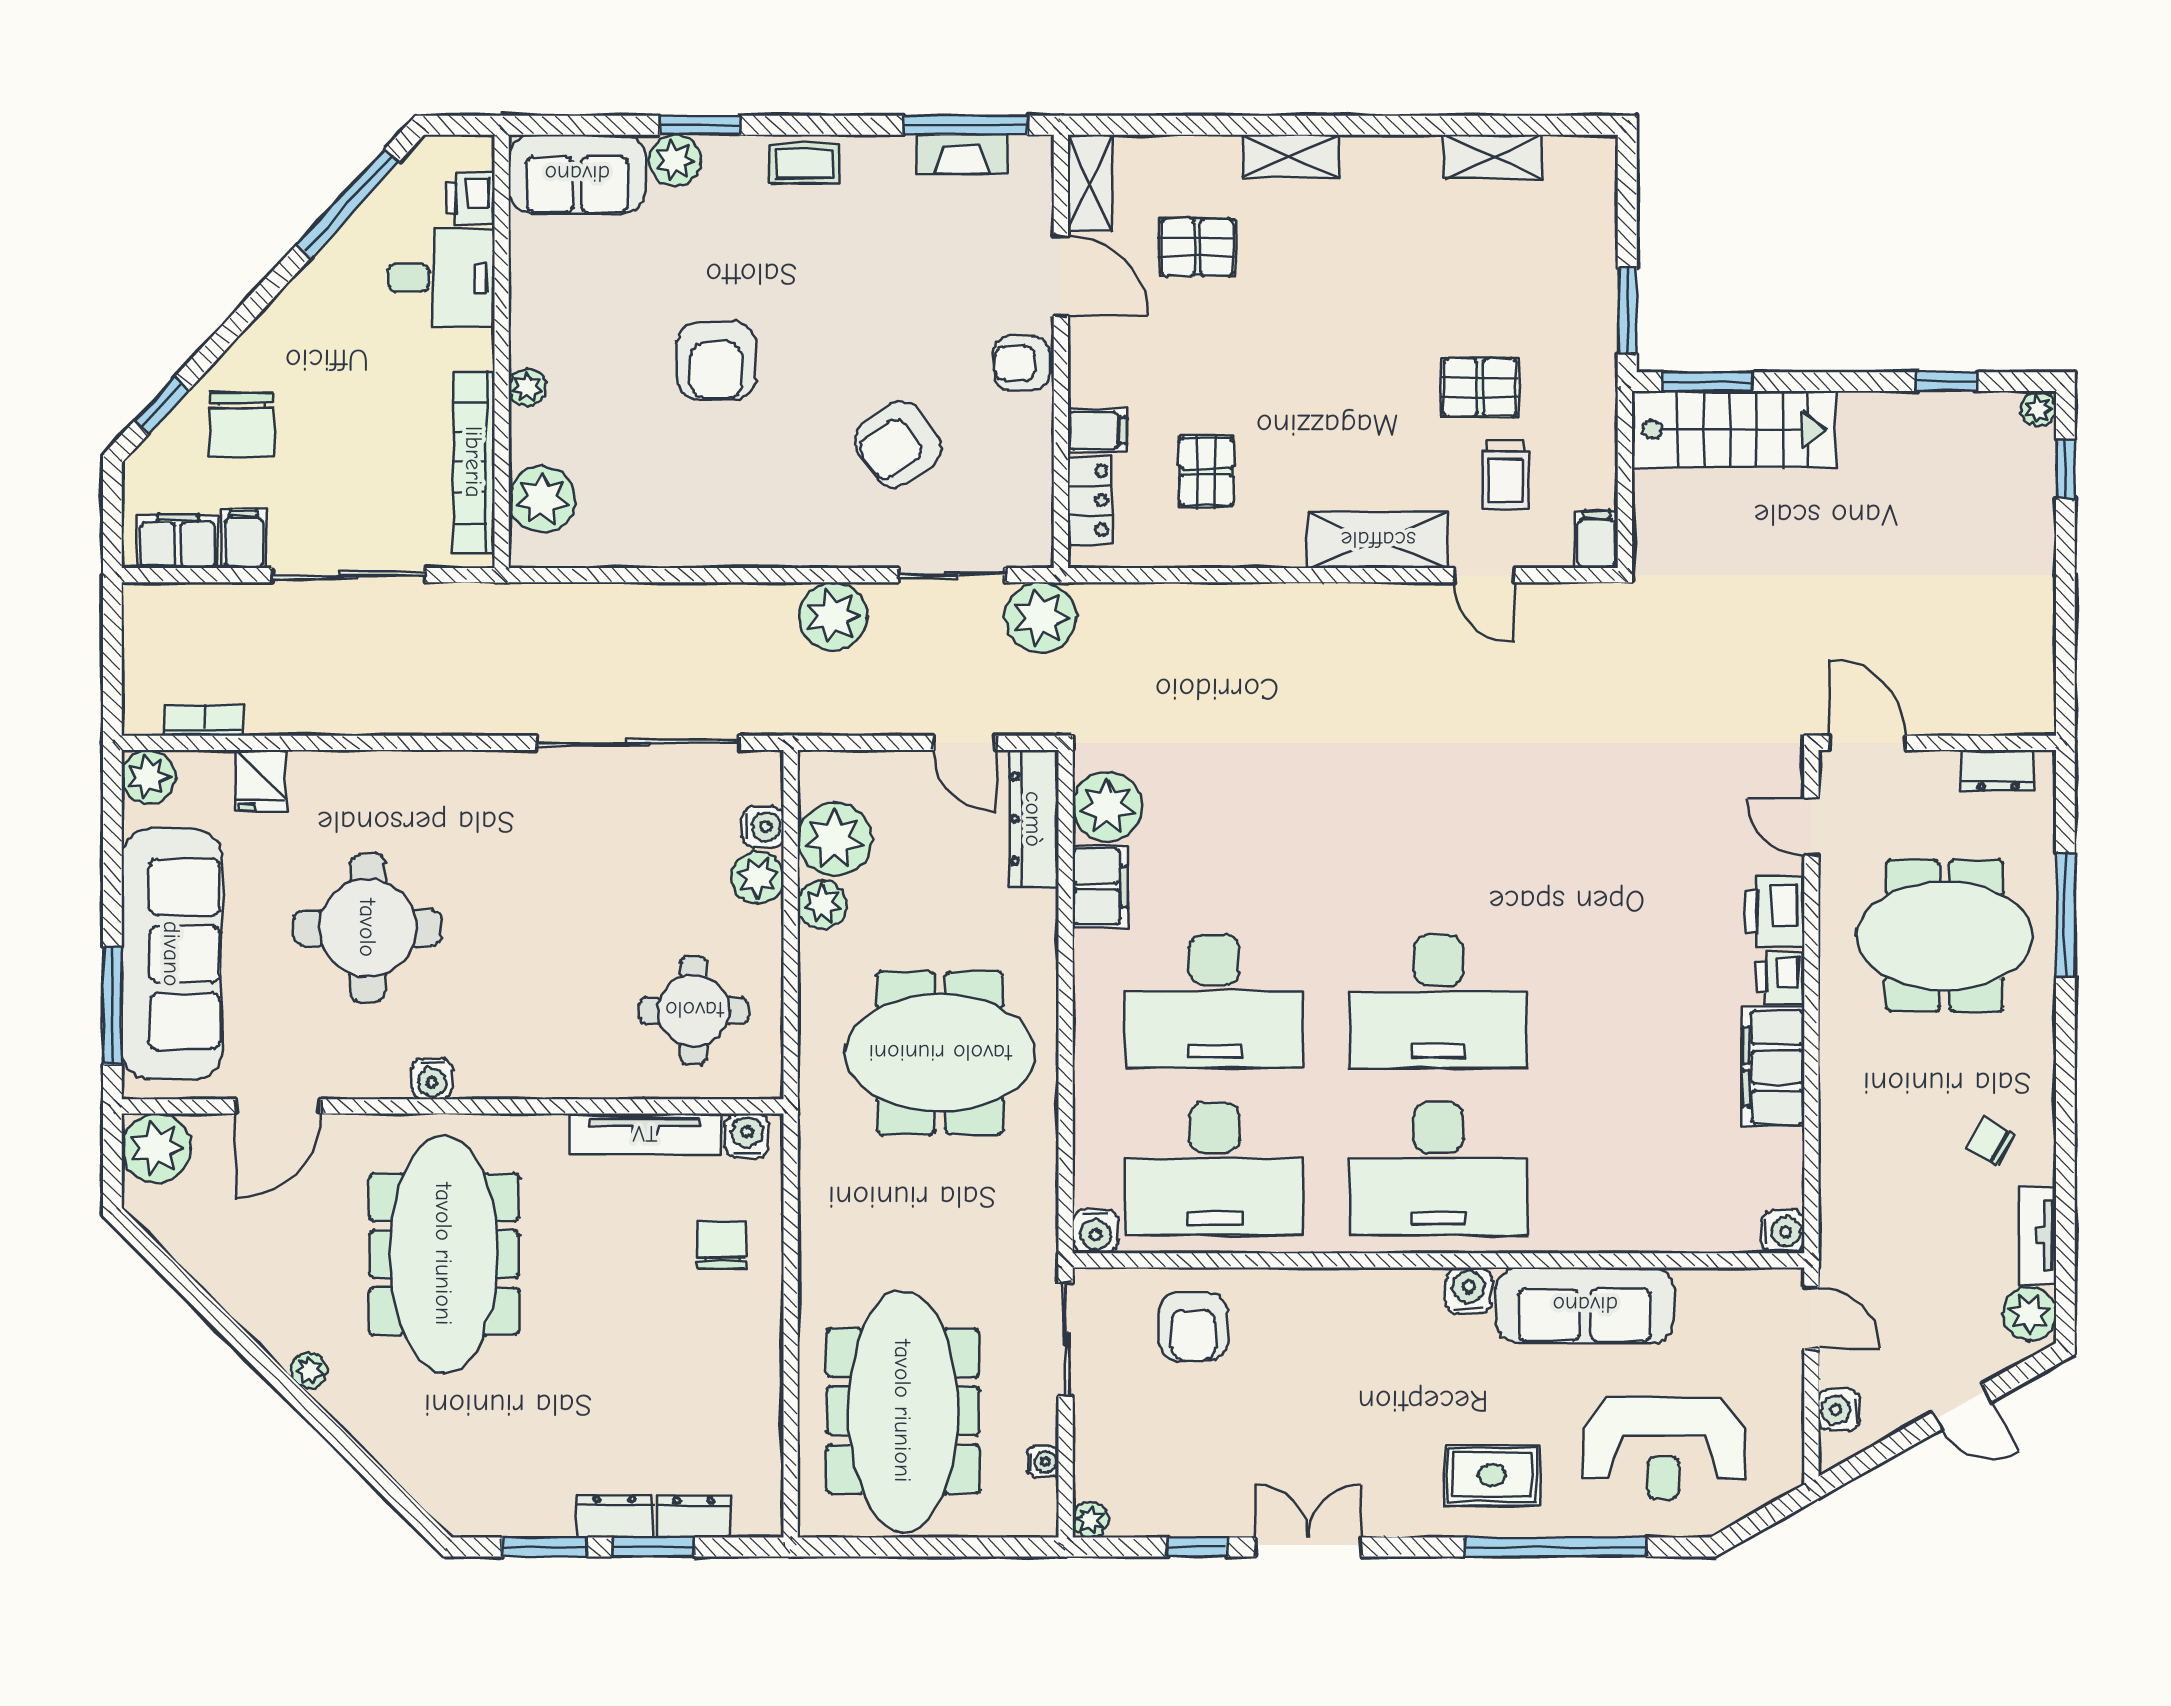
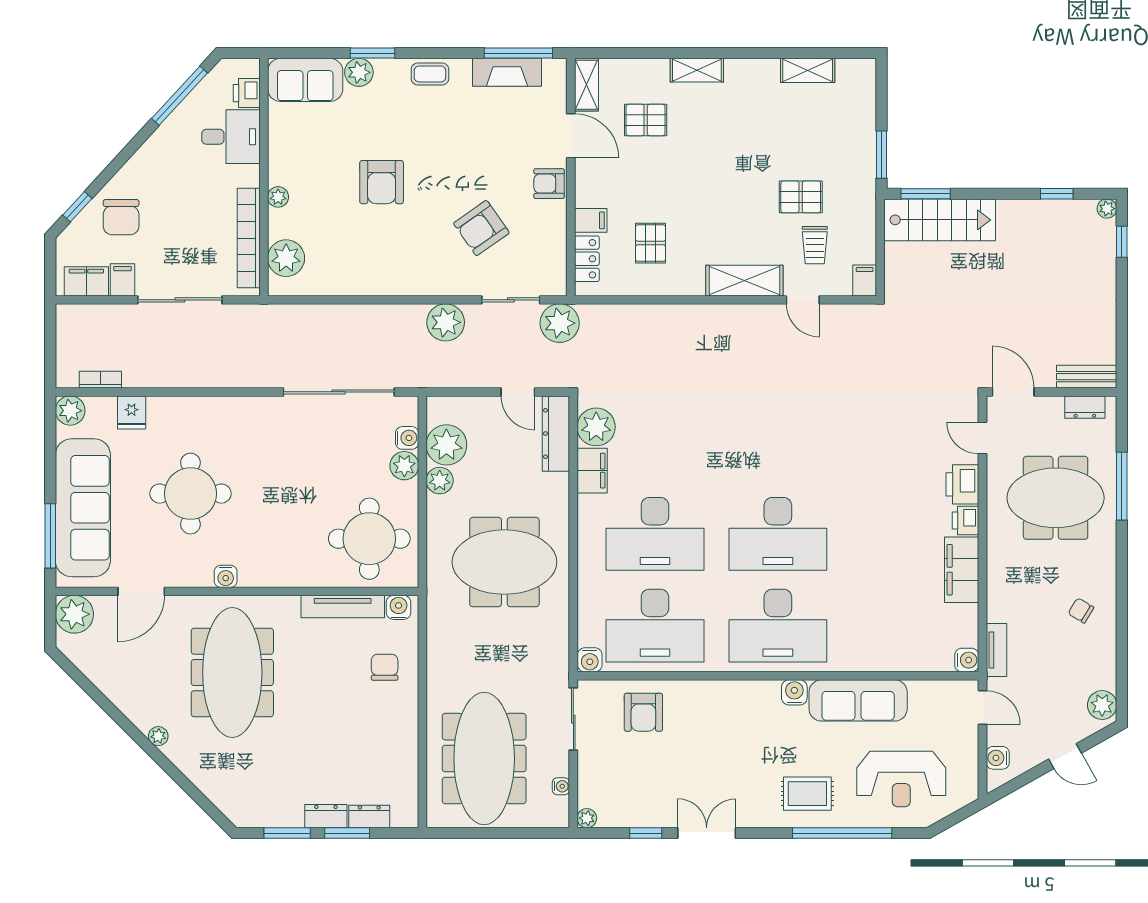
fireplace: (962, 154) -> (507, 72), width x1.37, depth x1.32
bench: (2001, 715) -> (1087, 377), added
round table: (694, 1010) -> (369, 539), width x1.36, depth x1.36
tv unit: (2037, 1235) -> (996, 650), moved, turned 180

